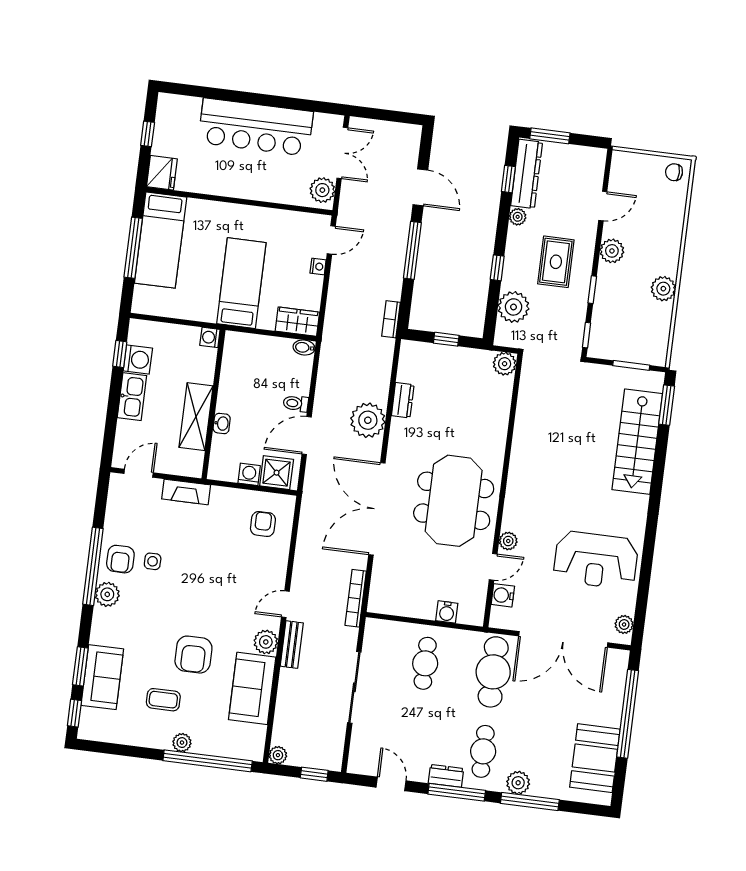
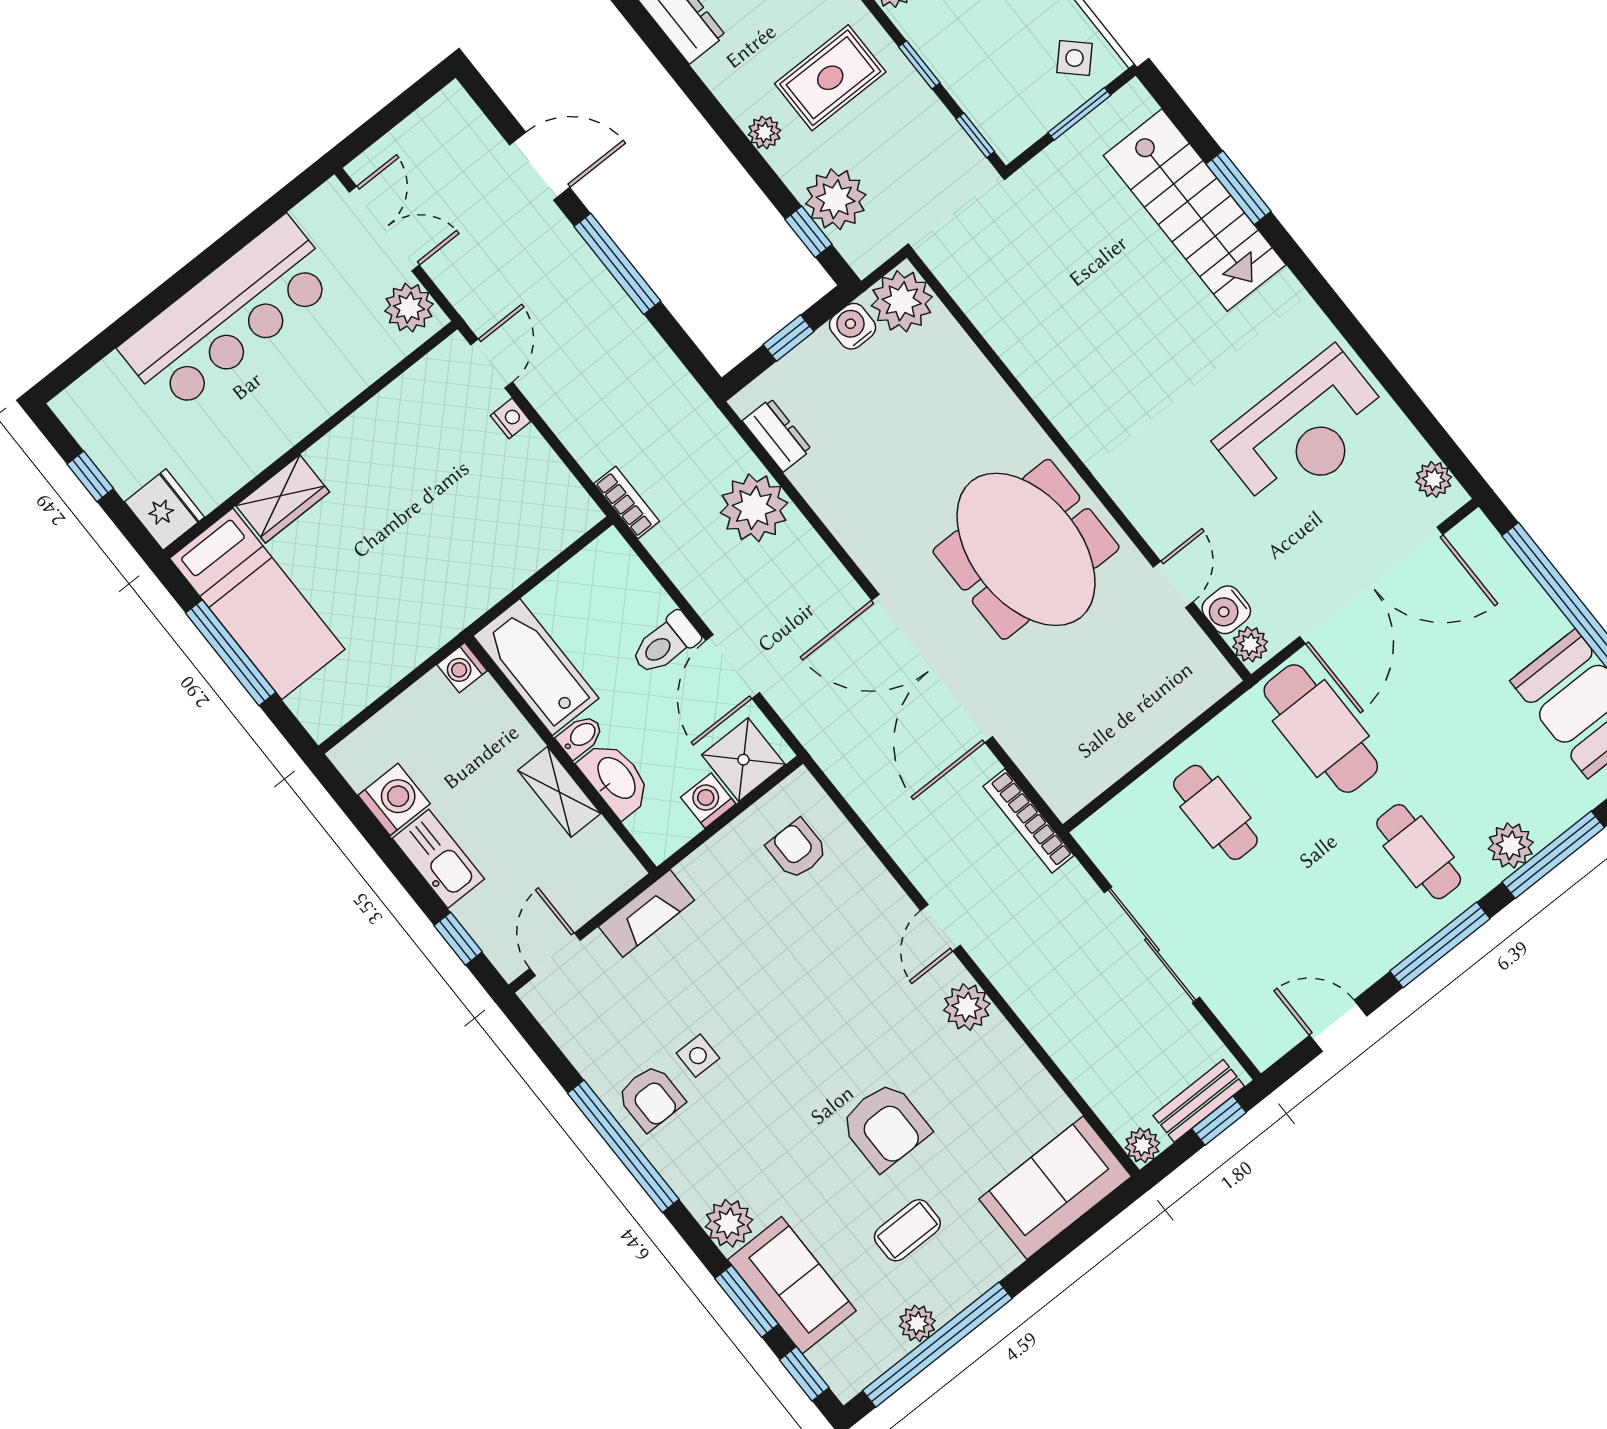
window: (508, 179) -> (649, 31), removed
plant: (518, 217) -> (764, 132), moved
rug: (556, 262) -> (830, 78), turned 90
window: (497, 268) -> (809, 232), moved
bed: (241, 283) -> (429, 549), removed
bookcase: (391, 319) -> (627, 502), moved, turned 180
wardrobe: (297, 322) -> (283, 499), moved, turned 180
side table: (650, 344) -> (1075, 58), added
bidet: (304, 348) -> (580, 736), moved, turned 180
window: (120, 354) -> (458, 939), moved
bathtub: (237, 364) -> (536, 667), added
plant: (505, 364) -> (902, 301), width x1.36, depth x1.36
dresser: (403, 400) -> (777, 435), moved
toilet: (296, 403) -> (665, 644), width x1.37, depth x1.39
window: (667, 405) -> (1239, 188), moved
shelving: (196, 417) -> (559, 792), width x0.67, depth x0.75
plant: (368, 420) -> (754, 508), moved
washbasin: (222, 423) -> (615, 779), width x1.91, depth x1.45
plant: (508, 541) -> (1250, 644), moved
plant: (107, 594) -> (729, 1223), moved
water cooler: (447, 612) -> (852, 326), moved, turned 180
bench: (292, 645) -> (1199, 1101), moved, turned 90
sofa: (252, 688) -> (1055, 1188), moved, turned 90
plant: (182, 743) -> (917, 1323), moved
window: (208, 761) -> (937, 1345), moved
dresser: (446, 776) -> (1402, 937), removed

